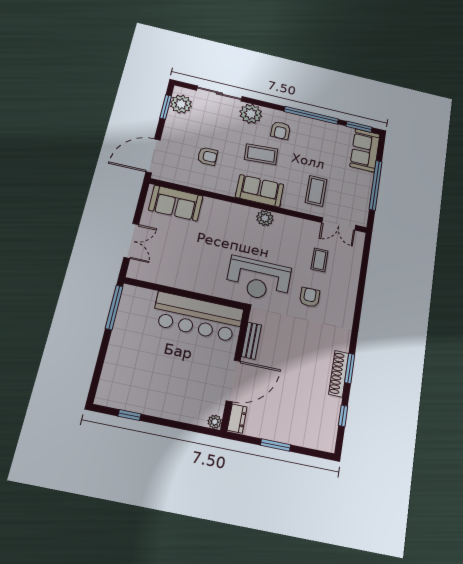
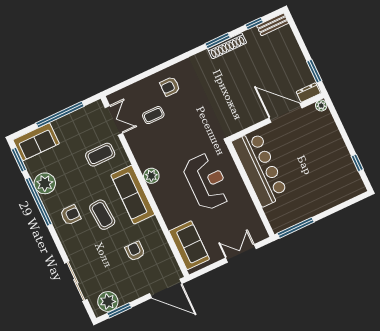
plant: (251, 114) -> (45, 183), moved
sofa: (260, 191) -> (133, 195), width x1.36
reception desk: (258, 279) -> (207, 182), moved
armchair: (310, 297) -> (170, 86), moved
bench: (251, 341) -> (273, 24), moved
window: (276, 445) -> (314, 71), moved

